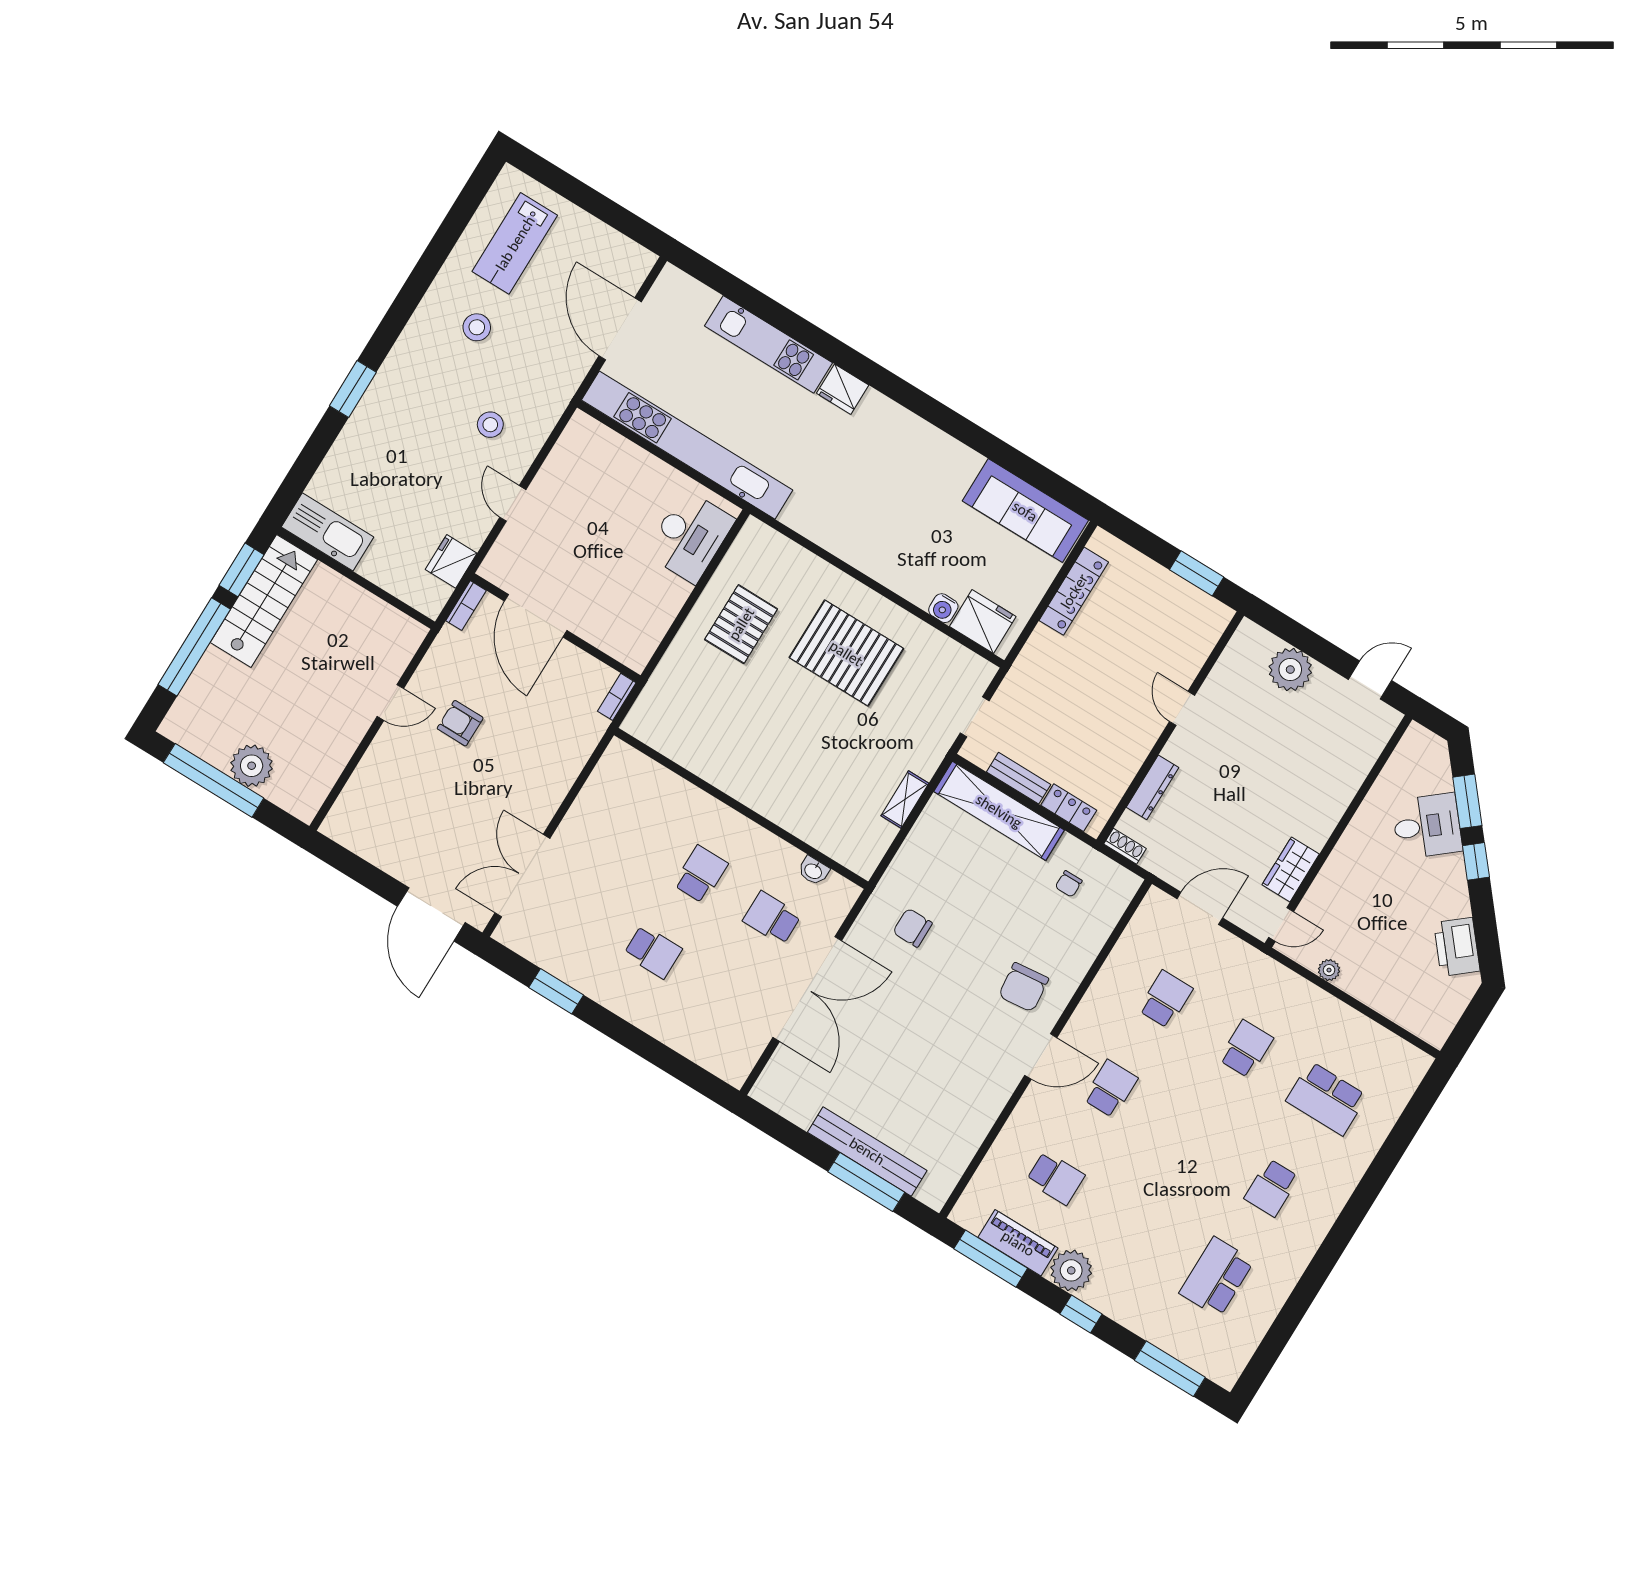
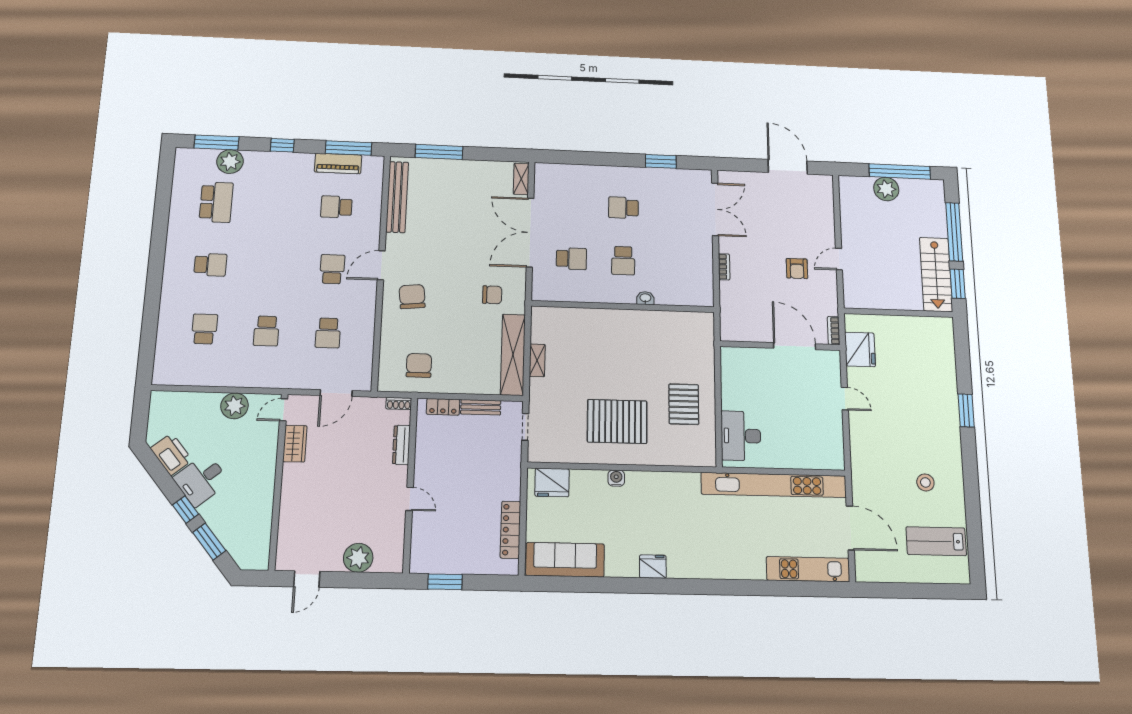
lab bench: (515, 243) -> (936, 541), turned -90
kitchen unit: (769, 344) -> (808, 569), moved
fridge: (843, 389) -> (653, 567), moved
stool: (490, 425) -> (884, 434), removed
kitchen sink: (328, 532) -> (929, 328), removed
fridge: (451, 561) -> (860, 349), width x1.36, depth x1.34
water cooler: (943, 608) -> (616, 478), moved
bookcase: (617, 697) -> (724, 267), moved
armchair: (460, 723) -> (797, 269), turned 90
shelving: (999, 811) -> (513, 355), moved, turned 90
desk: (1427, 826) -> (201, 480), moved
washbasin: (813, 871) -> (645, 298), moved
chair: (1069, 884) -> (419, 365), width x1.87, depth x1.87
door: (431, 914) -> (788, 167), moved
plant: (1329, 970) -> (234, 406), width x1.88, depth x1.88
shelving: (773, 1076) -> (521, 179), added
school desk: (1110, 1089) -> (332, 269), turned 180
school desk: (1327, 1098) -> (204, 329), width x0.54
bench: (867, 1151) -> (397, 197), moved, turned 90
school desk: (1272, 1188) -> (210, 265), turned 90
plant: (1071, 1270) -> (230, 162), moved

